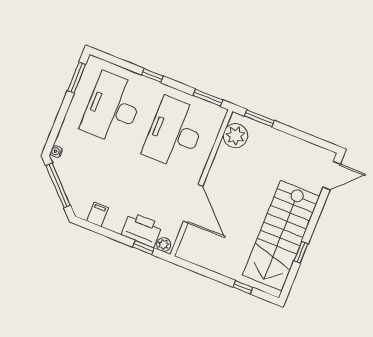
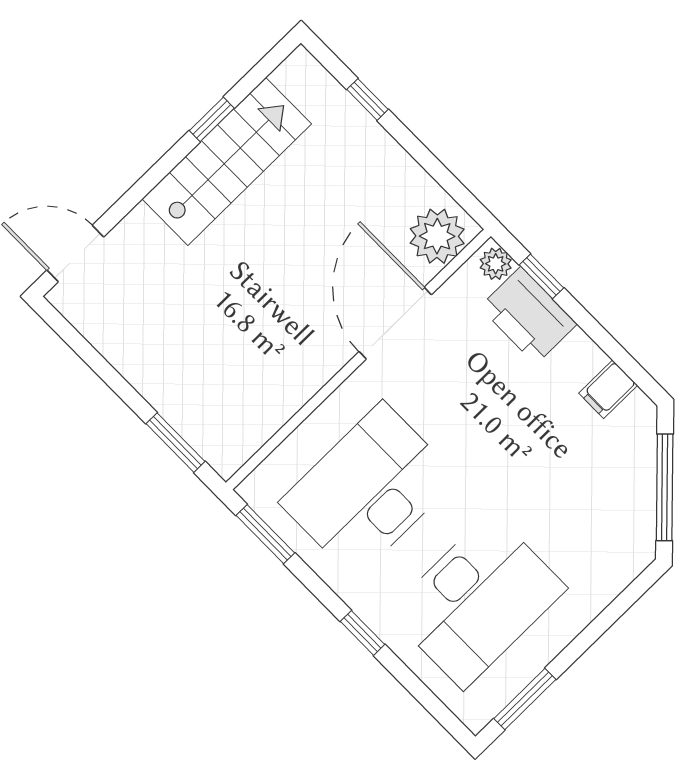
desk: (175, 133) -> (369, 490), turned 180
plant: (235, 136) -> (437, 236), moved
water cooler: (56, 152) -> (637, 561), removed
stairs: (281, 236) -> (227, 161), width x0.73, depth x0.66

